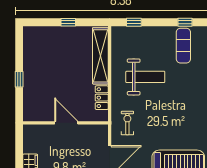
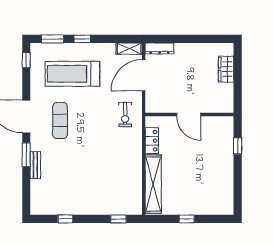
exercise mat: (183, 46) -> (60, 120), moved
weight bench: (145, 77) -> (107, 162), removed
window: (19, 79) -> (238, 146), moved

